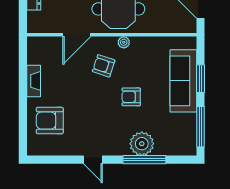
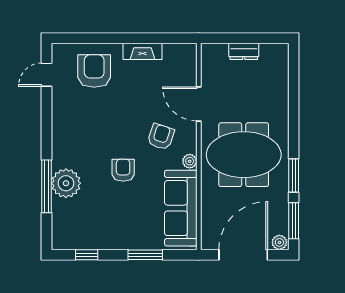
sofa: (183, 81) -> (181, 208), moved, turned -90
window: (200, 127) -> (87, 255), width x0.46
door: (93, 160) -> (46, 75), moved

